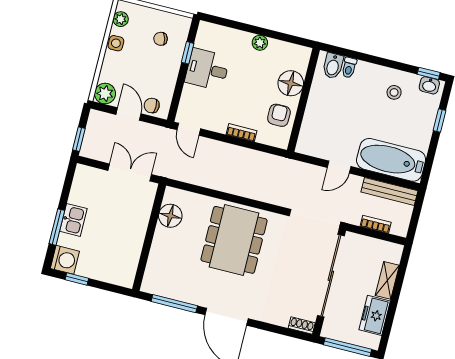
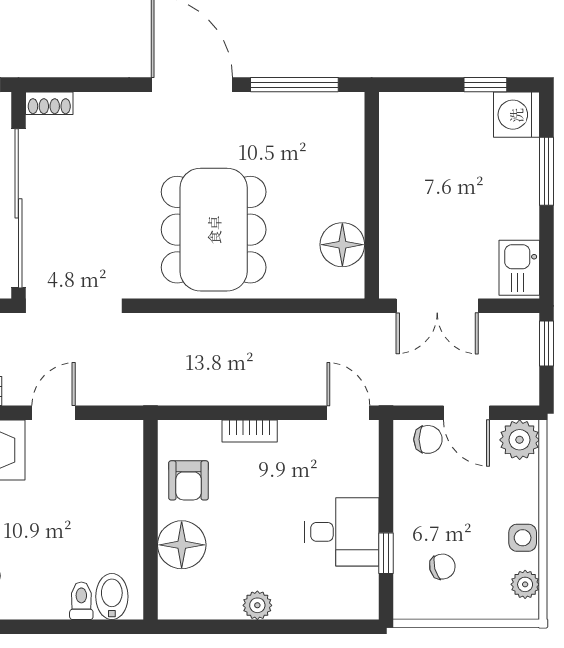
kitchen sink: (73, 220) -> (519, 268), moved

